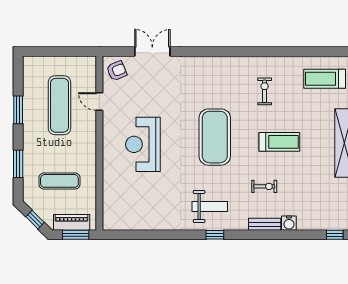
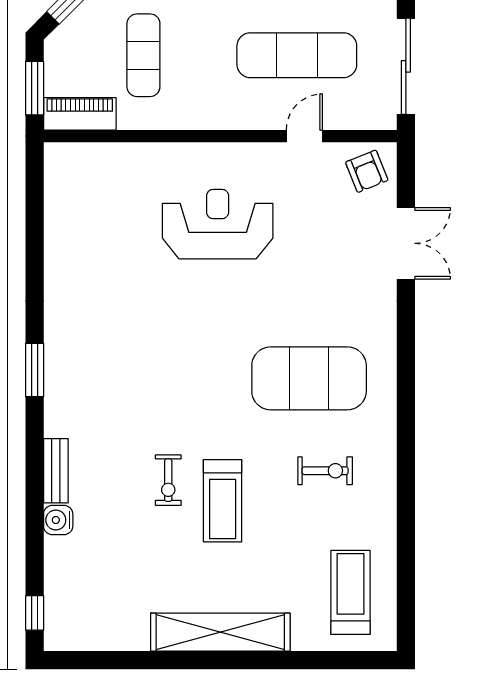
sliding door: (65, 51) -> (406, 66), added
exercise mat: (215, 137) -> (309, 378), moved
exercise bike: (264, 186) -> (168, 480), moved
weight bench: (210, 207) -> (92, 360), removed
piano: (72, 222) -> (80, 114), moved, turned -90
window: (215, 235) -> (35, 370), width x1.50

